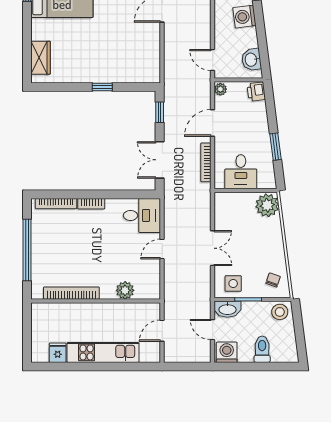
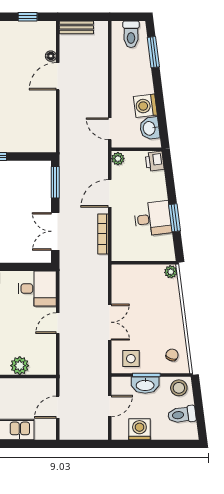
washing machine: (244, 17) -> (145, 106), moved
window: (160, 112) -> (55, 182), width x1.50
desk: (241, 172) -> (153, 219), moved, turned -97
plant: (267, 205) -> (171, 272), width x0.53, depth x0.53
washbasin: (227, 309) -> (145, 385), moved
door: (213, 330) -> (110, 406), swing flipped
toilet: (262, 349) -> (182, 415), moved, turned -97
washing machine: (227, 352) -> (139, 429), moved

